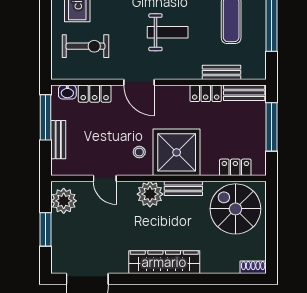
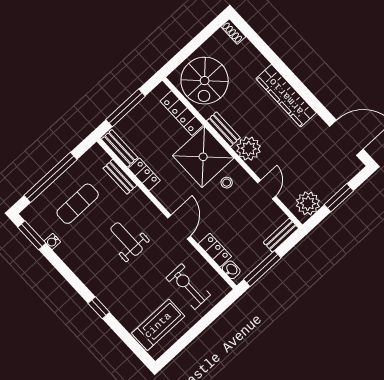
bench: (58, 140) -> (281, 235), moved
locker: (235, 167) -> (182, 113), width x1.53

